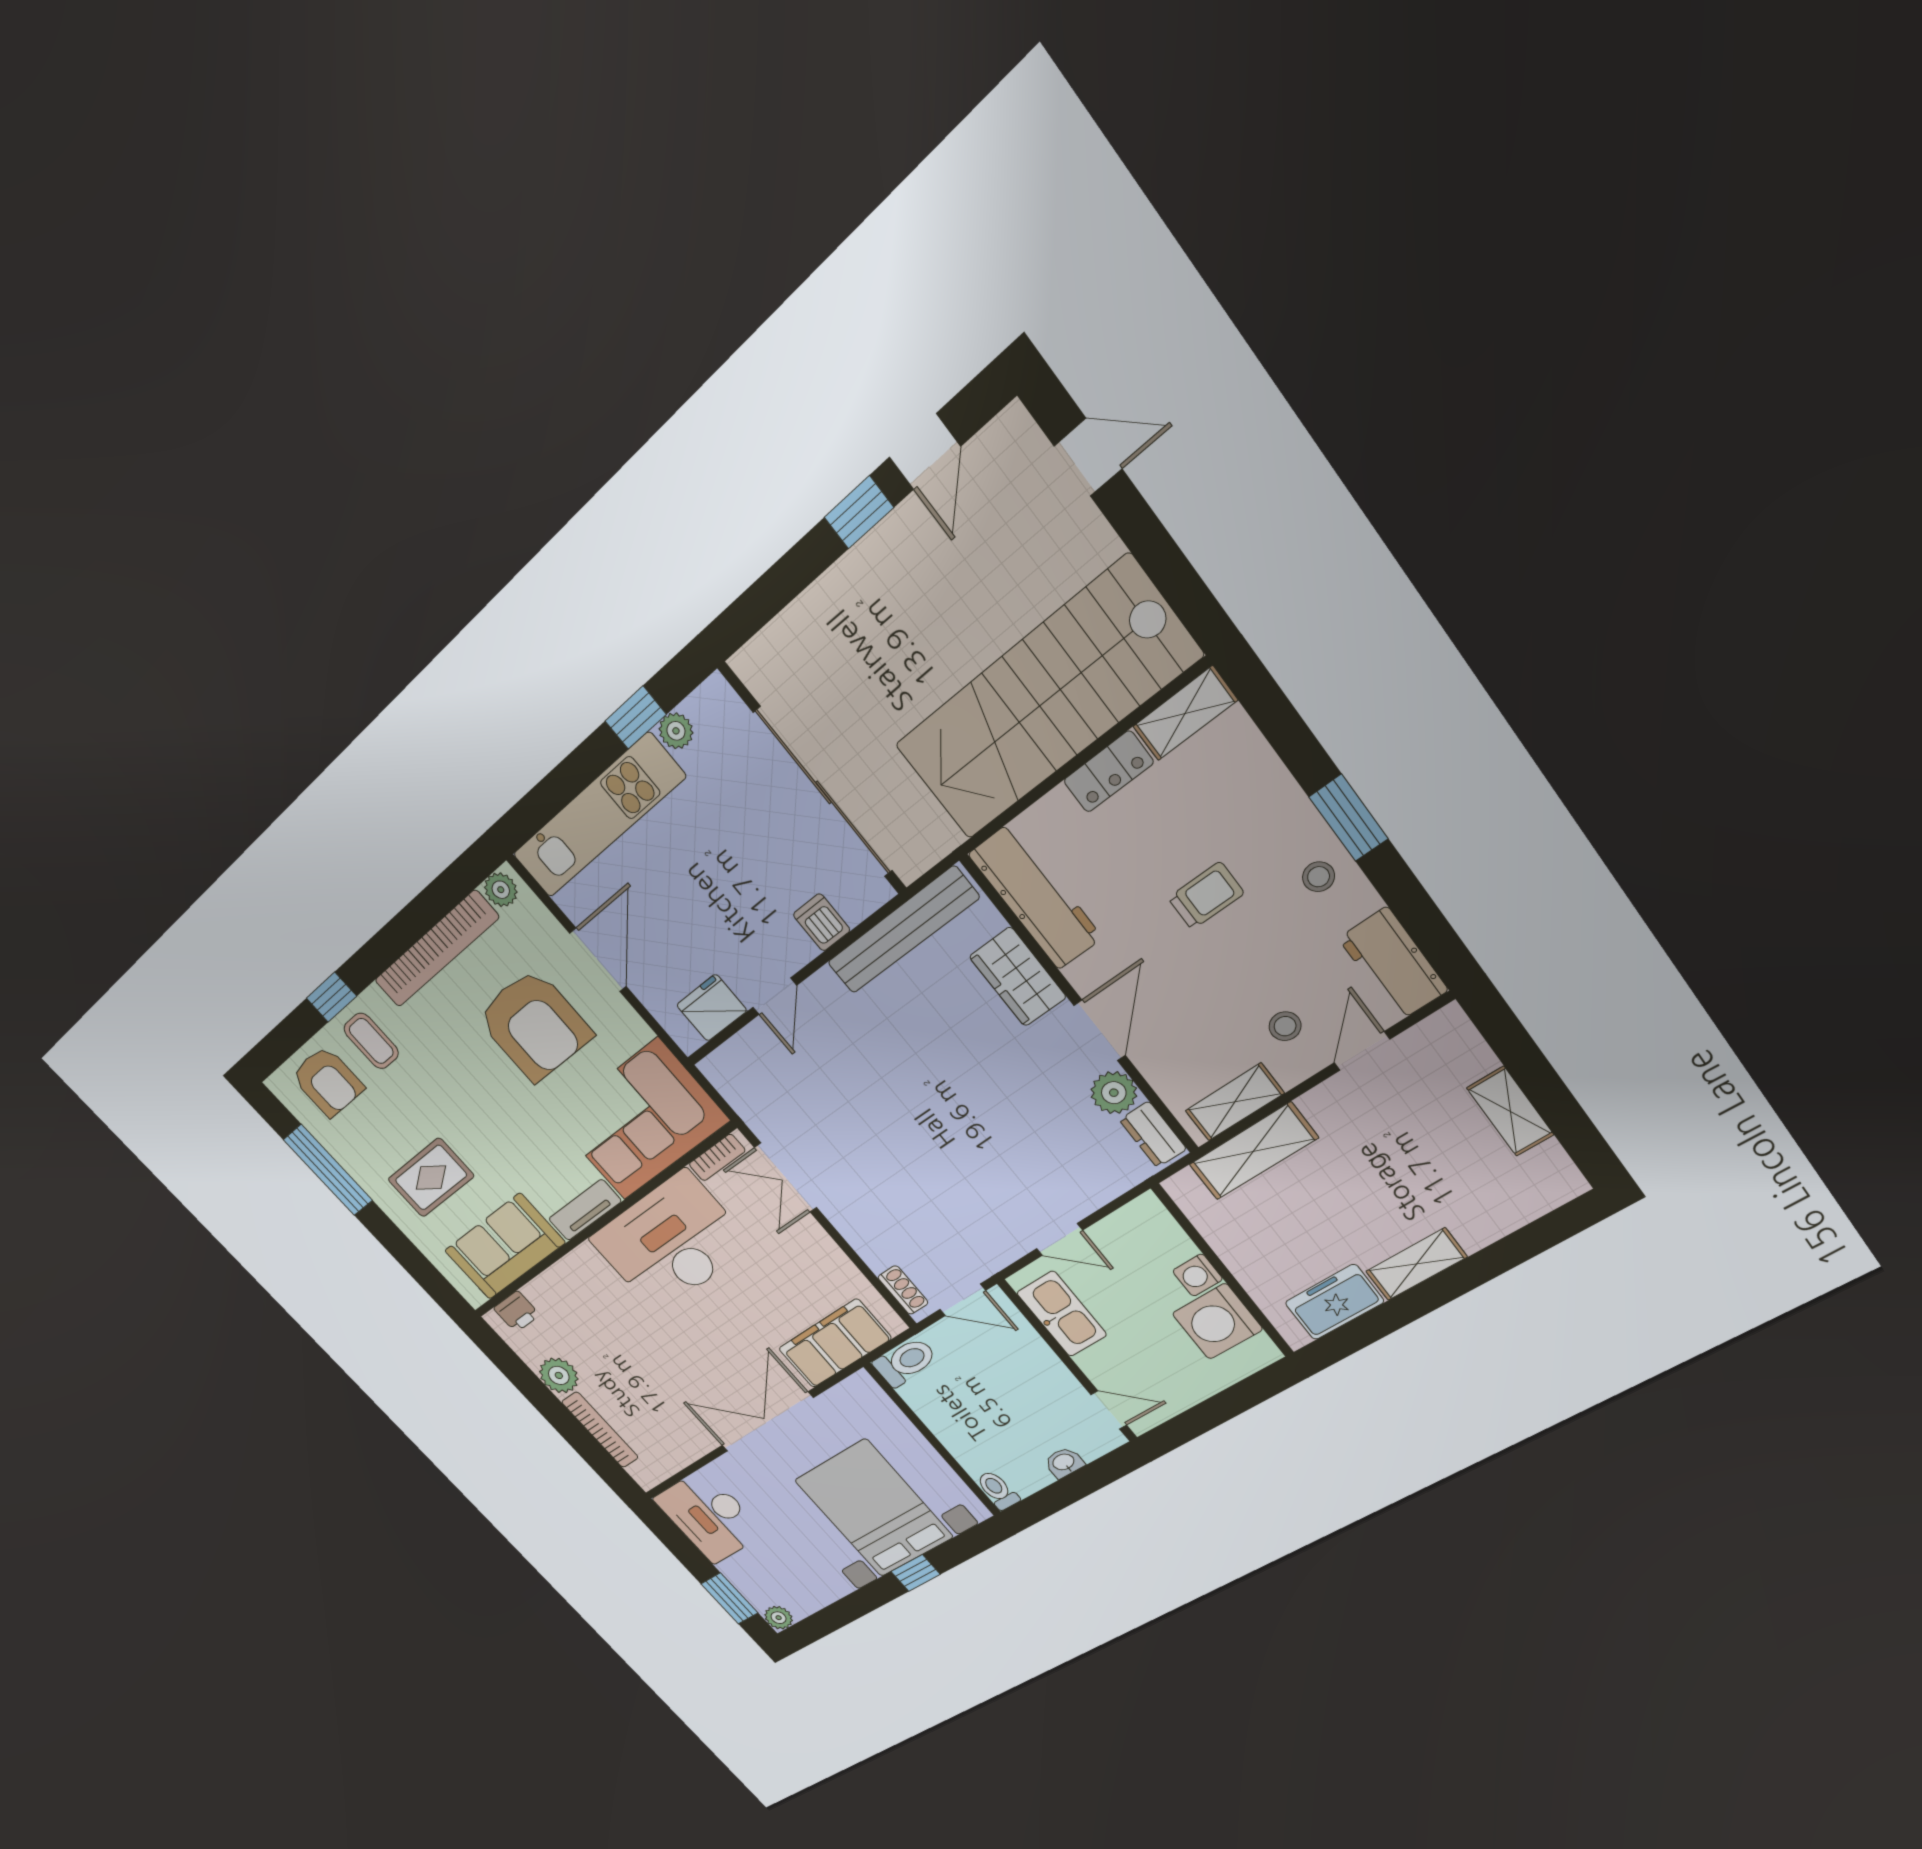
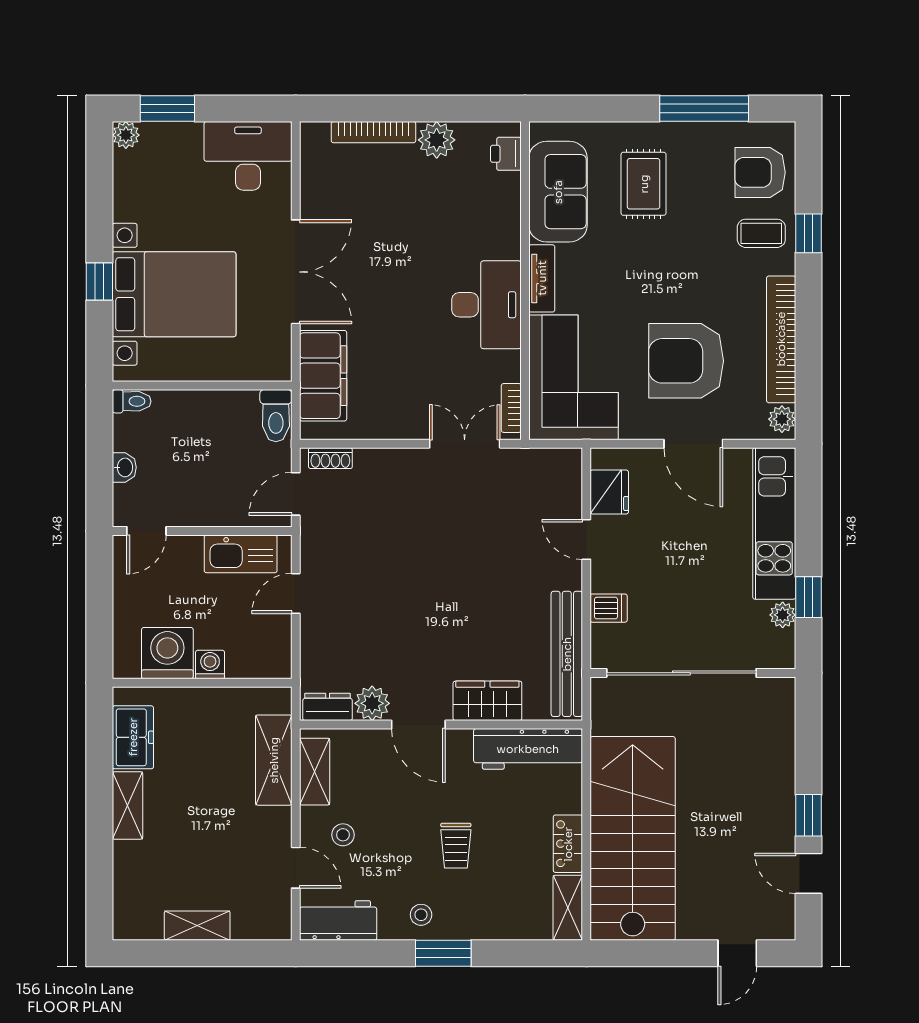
desk: (671, 1242) -> (486, 305), width x0.73, depth x0.77

